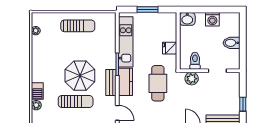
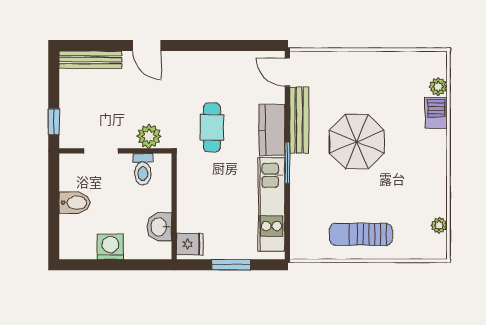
washbasin: (187, 19) -> (159, 227), moved, turned -90
fridge: (170, 48) -> (190, 244), moved
bench: (111, 82) -> (299, 120), width x1.36
cafe table: (158, 83) -> (212, 127), width x0.73, depth x0.74
sun lounger: (76, 102) -> (365, 93), removed
window: (243, 104) -> (54, 122), moved

